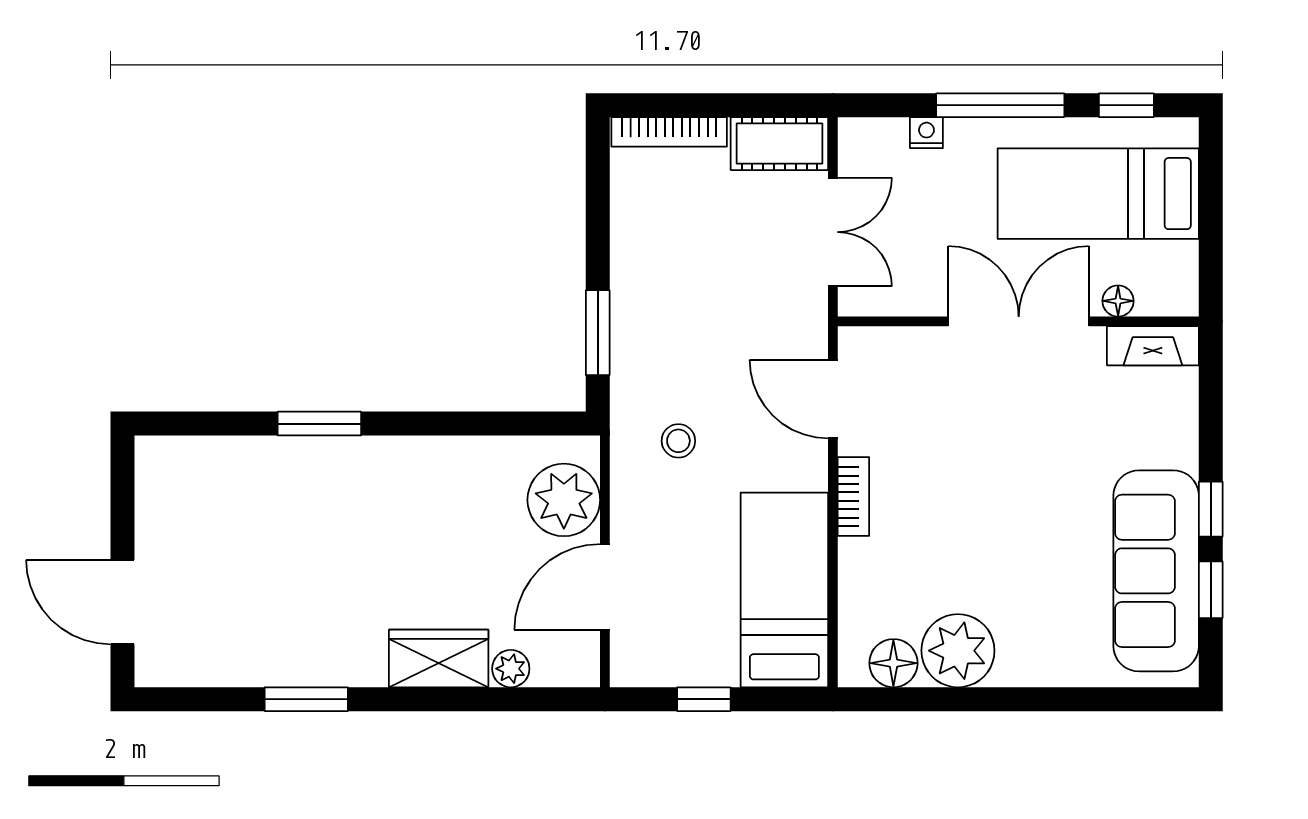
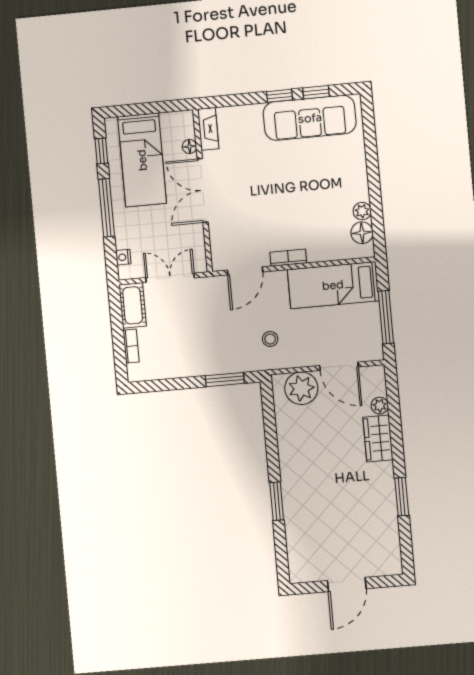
bookcase: (669, 132) -> (131, 346), width x0.64
nightstand: (926, 133) -> (123, 257), moved
door: (123, 602) -> (347, 585), moved
plant: (958, 651) -> (362, 211), width x0.53, depth x0.53
window: (704, 699) -> (386, 317), width x2.17

